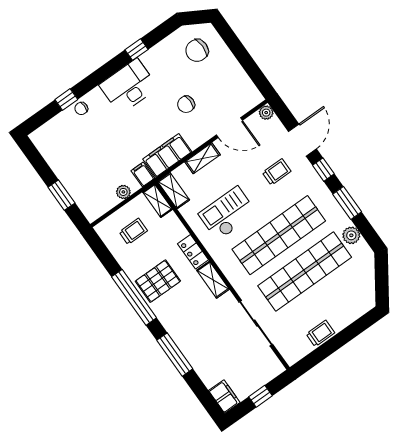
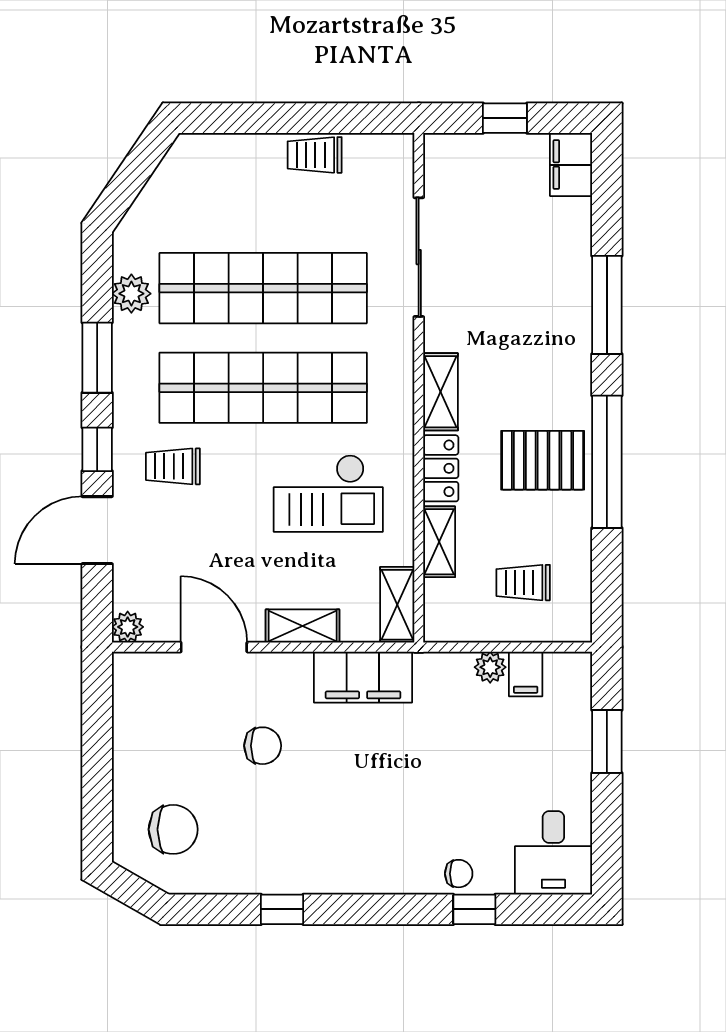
desk: (129, 86) -> (553, 853), moved, width x0.73
trolley: (277, 172) -> (173, 466), moved
filing cabinet: (143, 174) -> (526, 674), moved
shelving: (158, 201) -> (439, 542), moved

